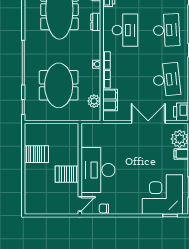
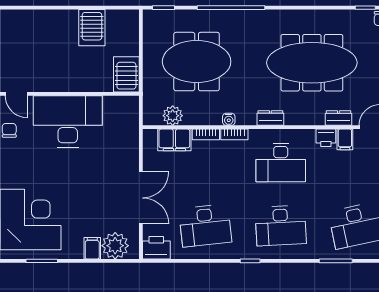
dresser: (96, 22) -> (270, 118), moved
server rack: (67, 174) -> (126, 74), moved

